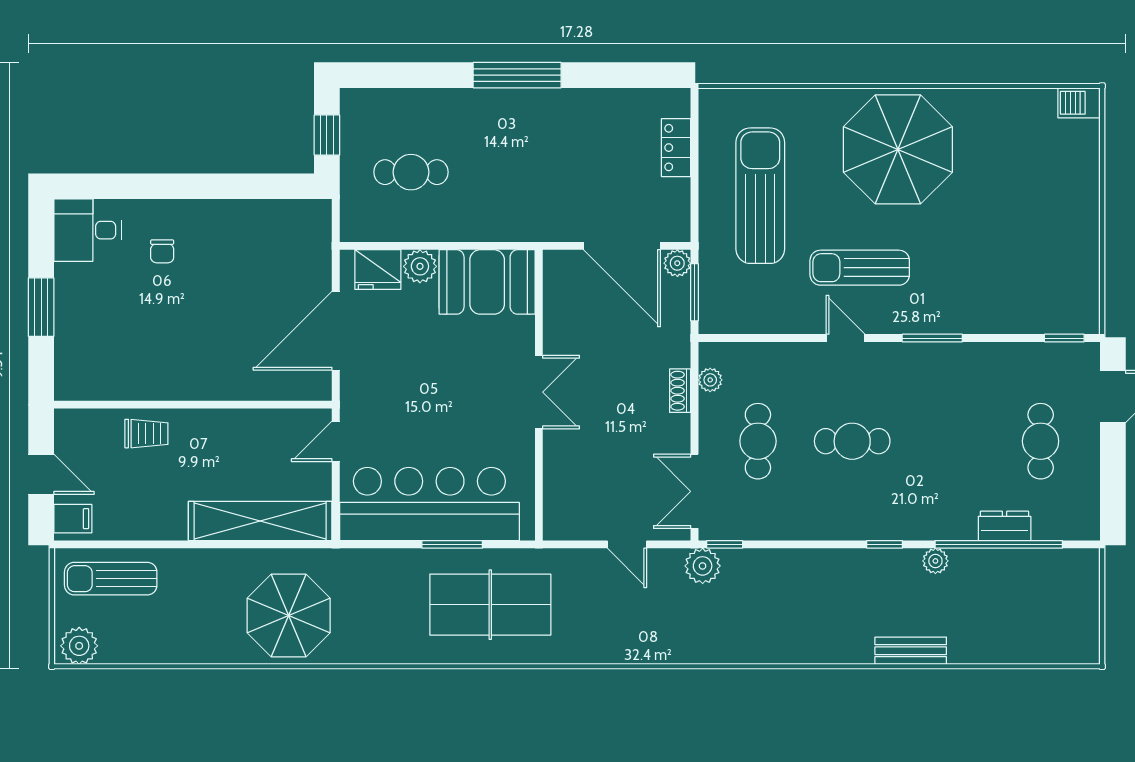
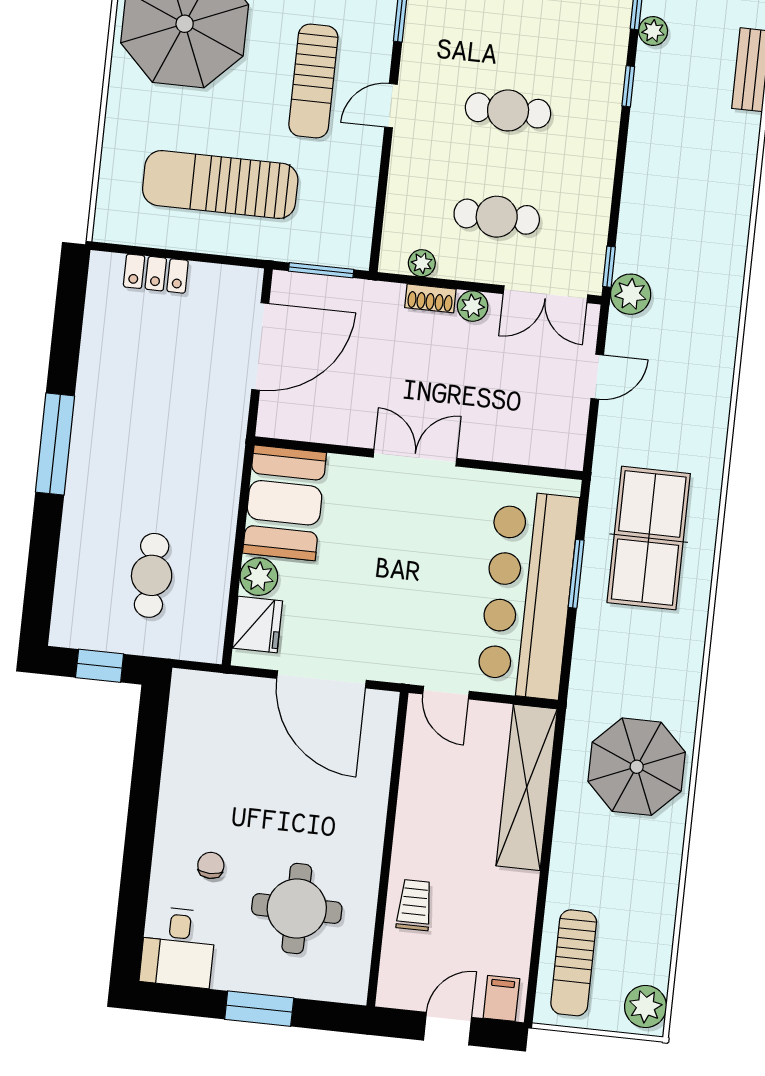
chair: (162, 251) -> (211, 865), turned -90
plant: (677, 263) -> (473, 306), moved
round table: (132, 331) -> (297, 909), added
cafe table: (852, 441) -> (508, 110), turned 90

